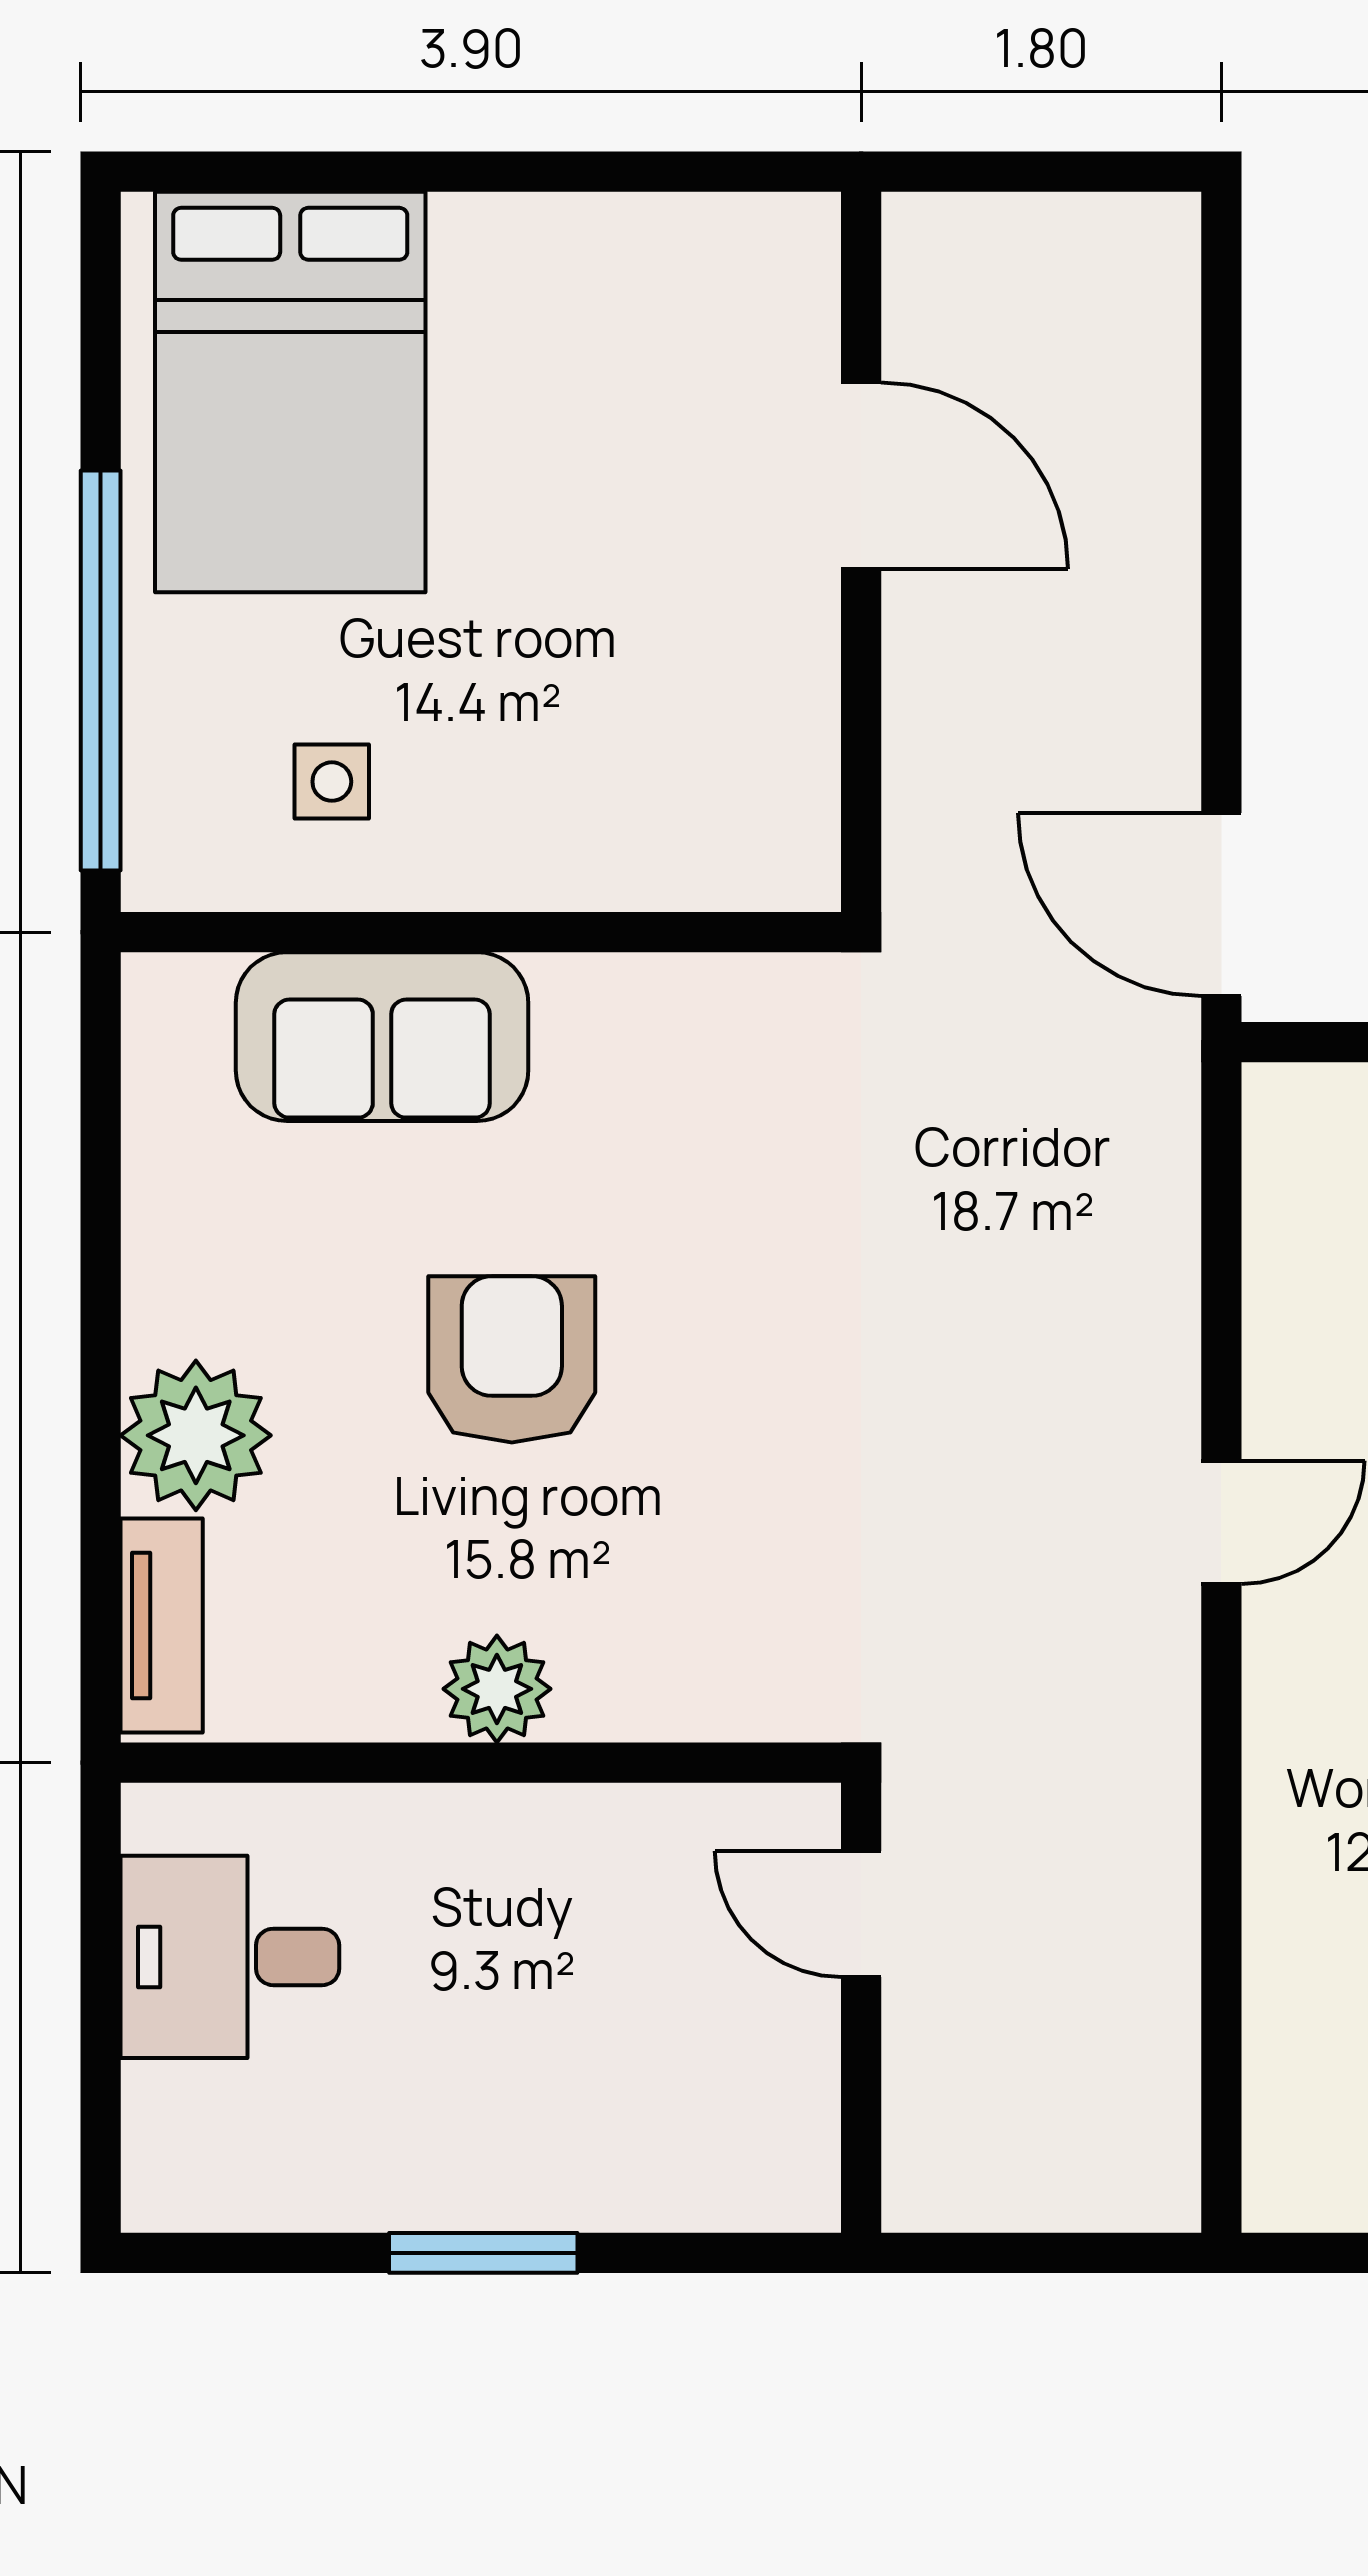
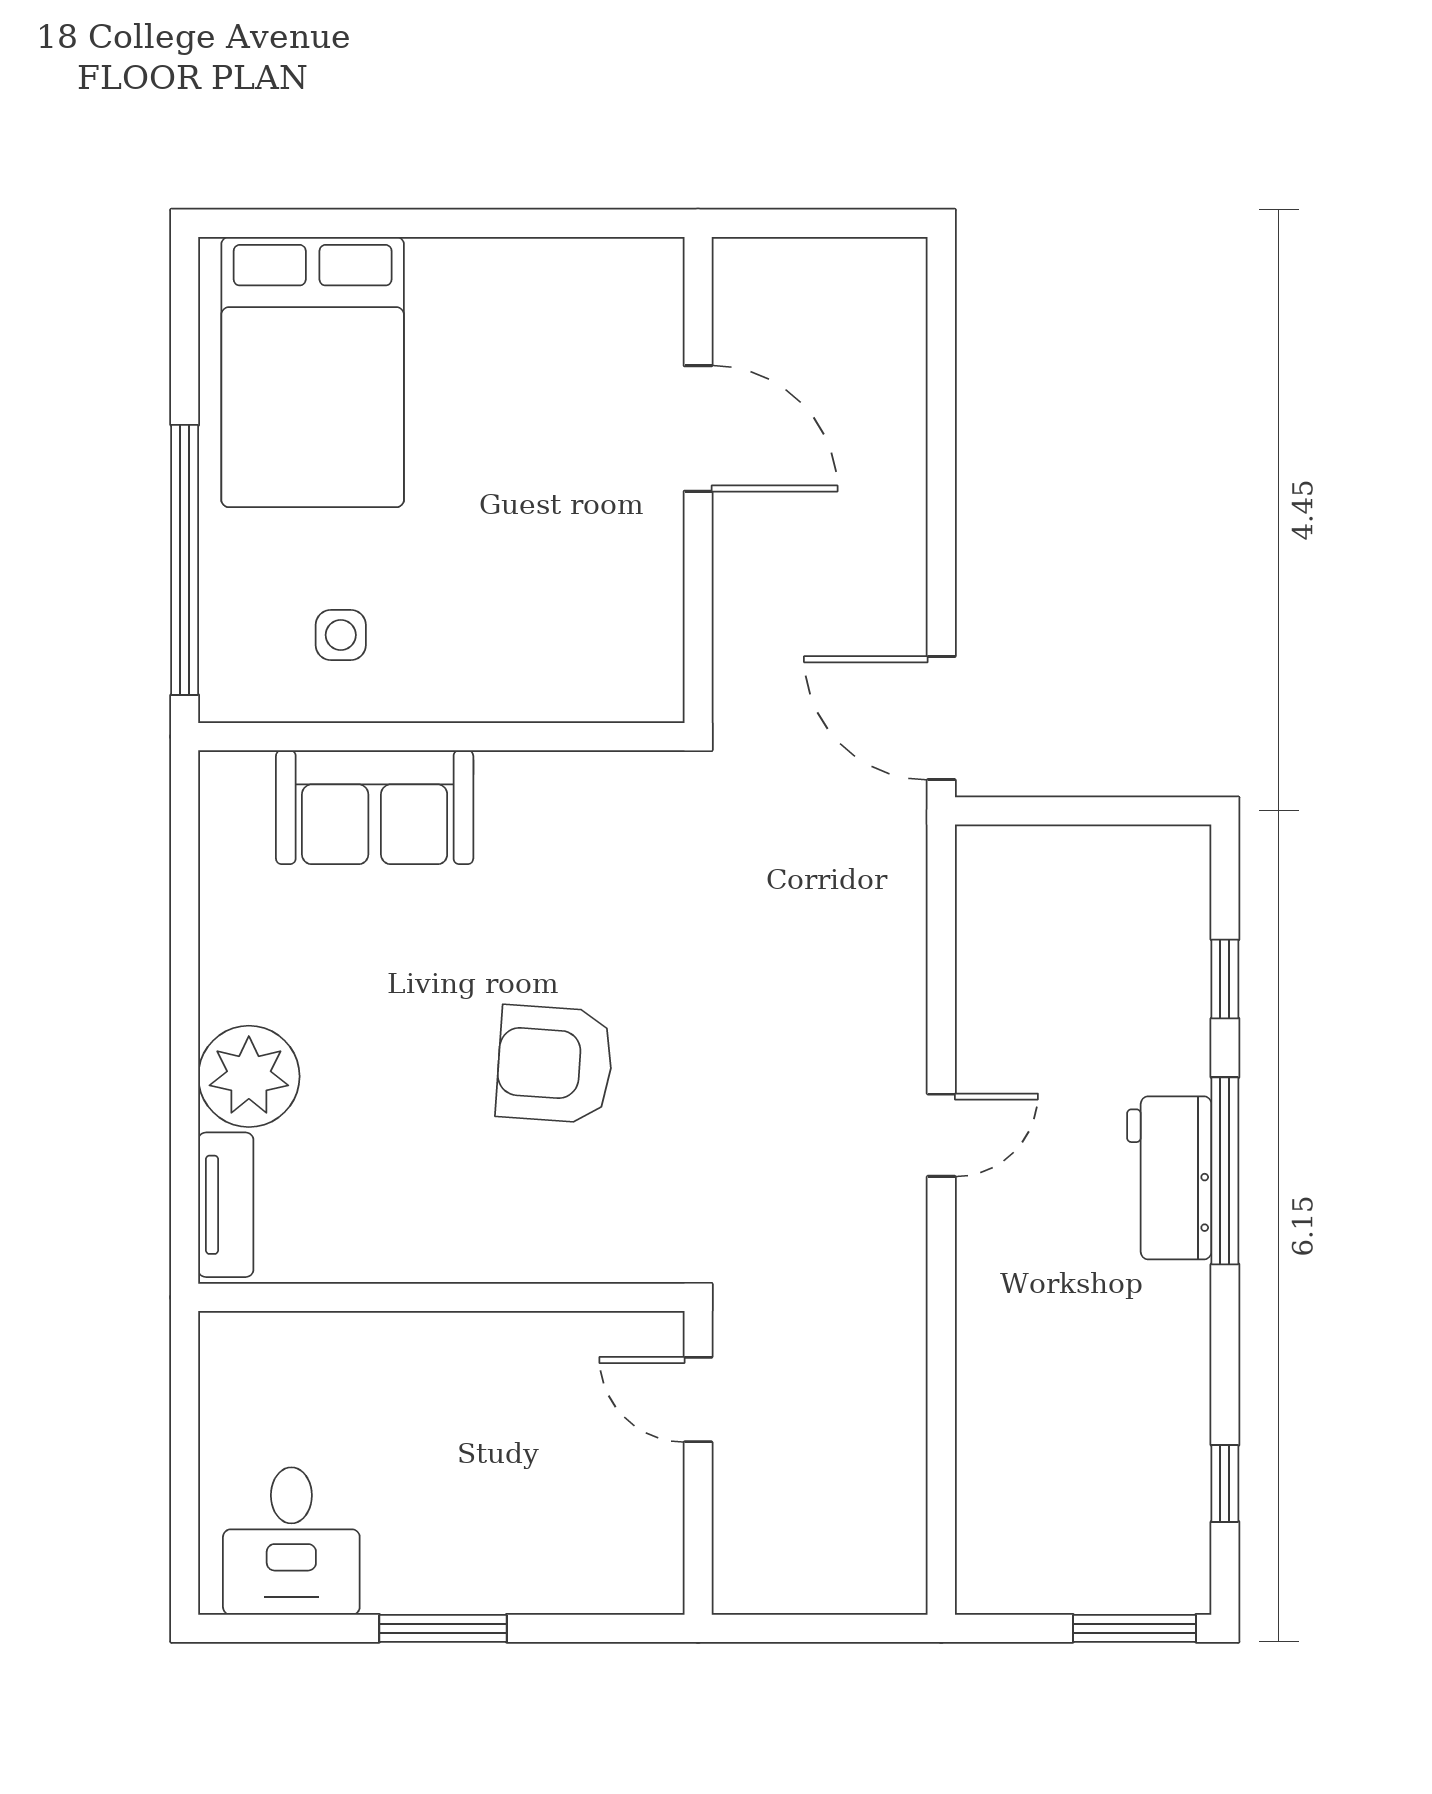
armchair: (512, 1359) -> (555, 1064), moved, turned -86
plant: (497, 1689) -> (452, 1248), removed
desk: (230, 1957) -> (291, 1541), moved, turned -90

